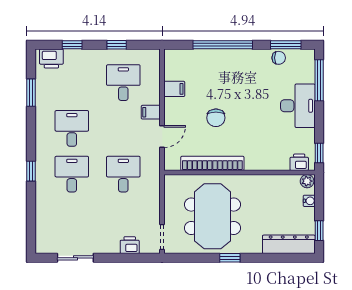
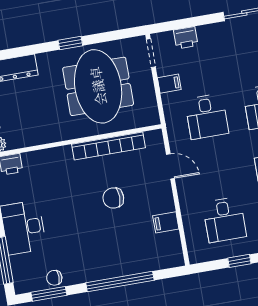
filing cabinet: (151, 112) -> (169, 84), moved
chair: (216, 118) -> (113, 198), turned -90
door: (162, 137) -> (170, 166), swing flipped

